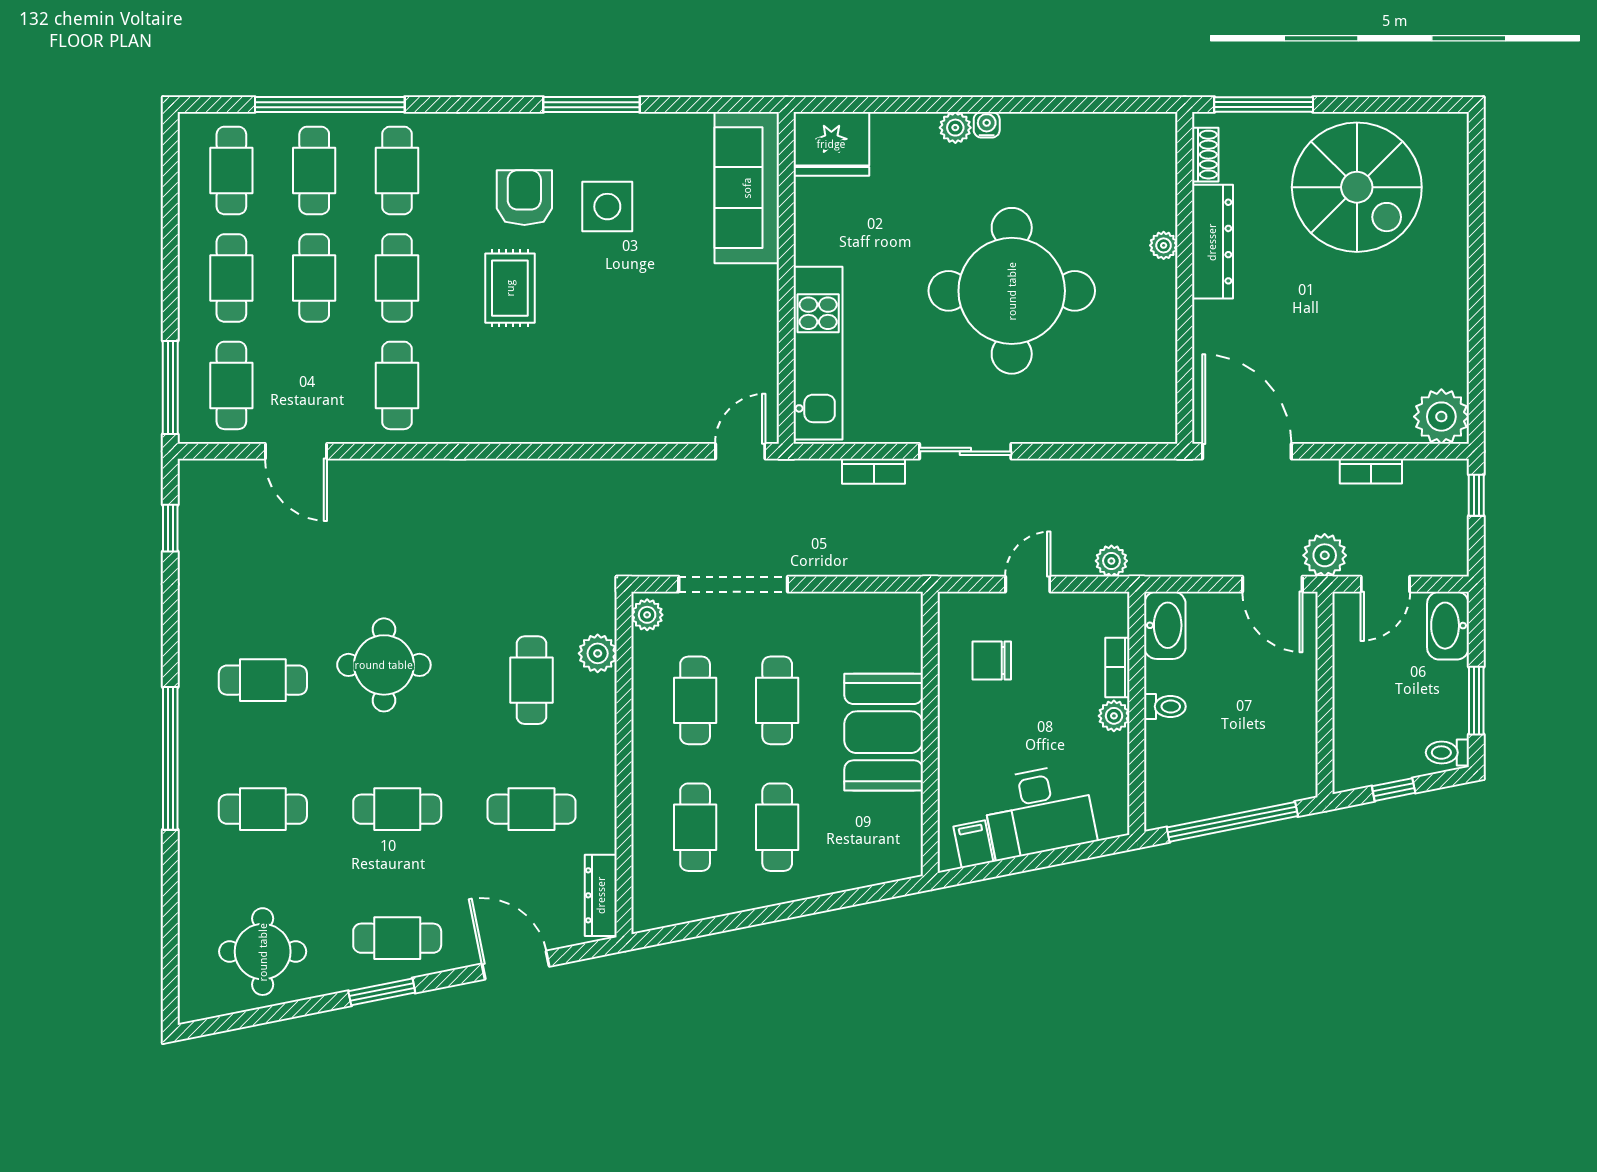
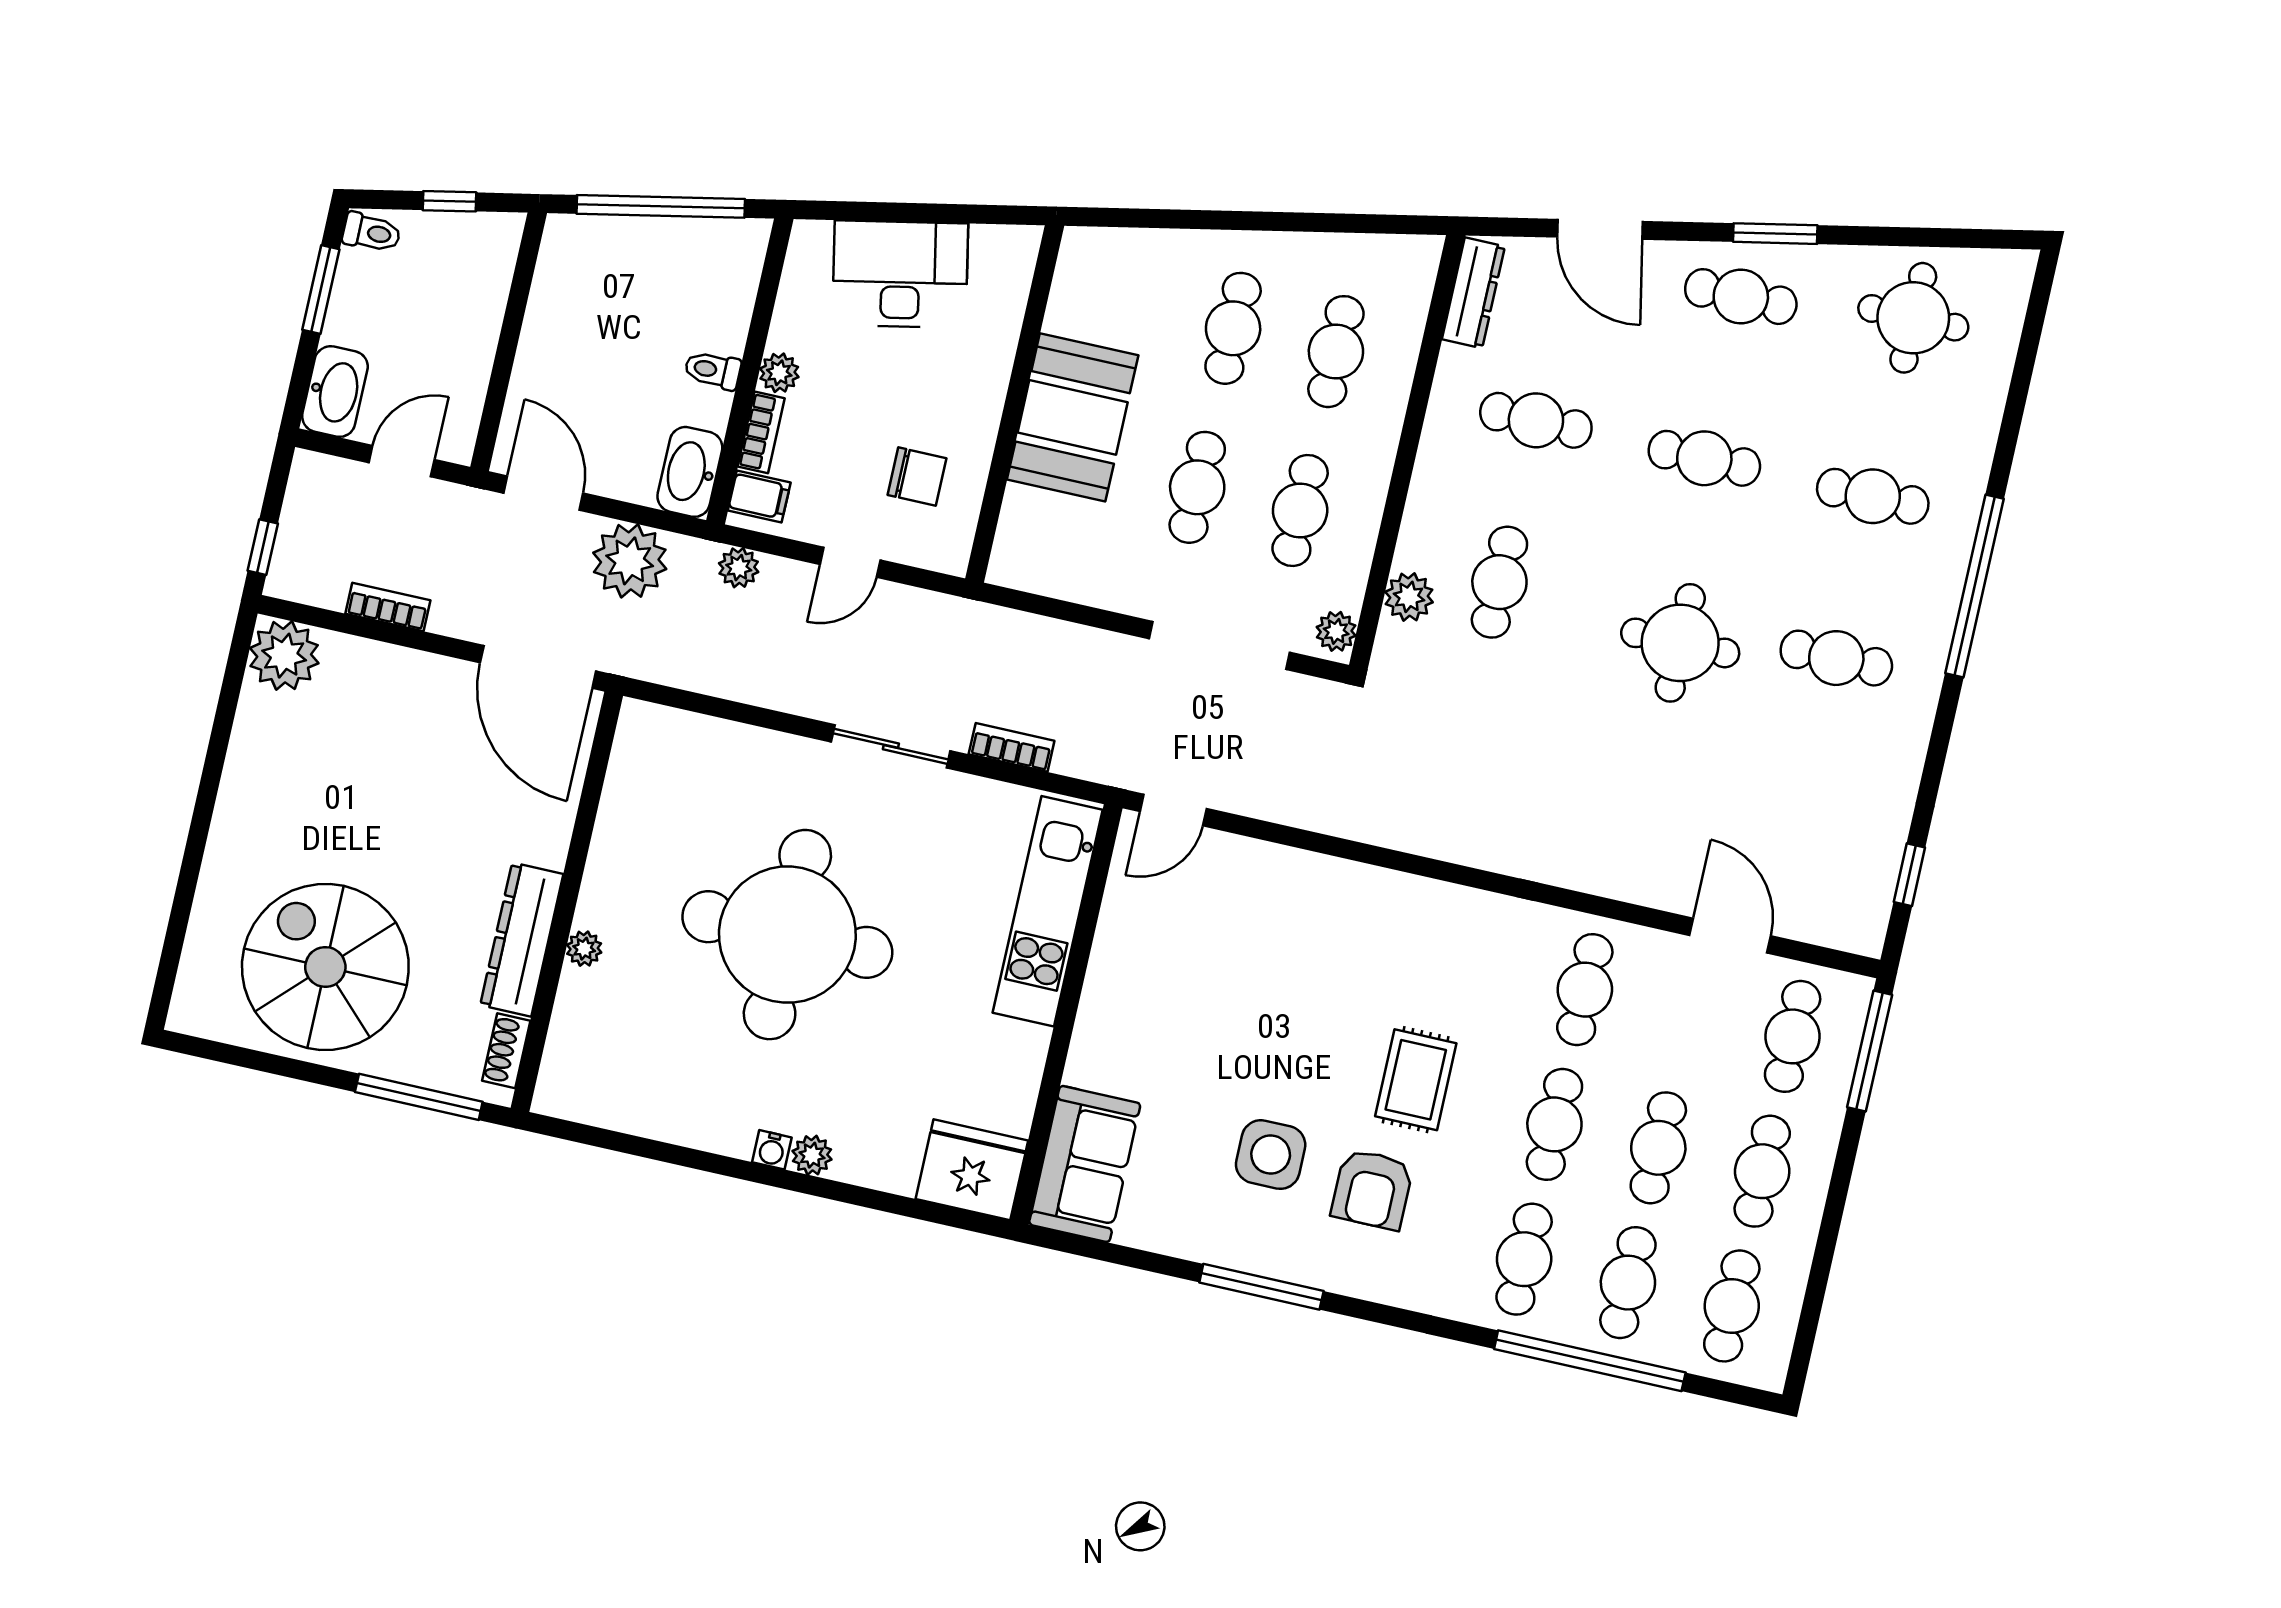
sofa: (747, 188) -> (1085, 1164), width x0.73
plant: (1325, 555) -> (630, 561), moved, width x1.36, depth x1.36
filing cabinet: (973, 844) -> (759, 496), moved, turned -79

